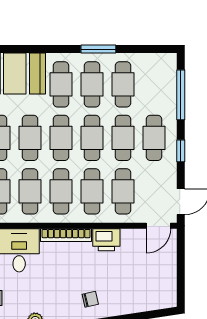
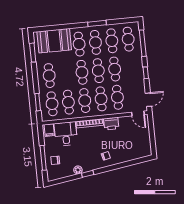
cafe table: (30, 138) -> (66, 74), removed
cafe table: (154, 138) -> (128, 39), moved
door: (158, 226) -> (138, 114), hinge flipped

